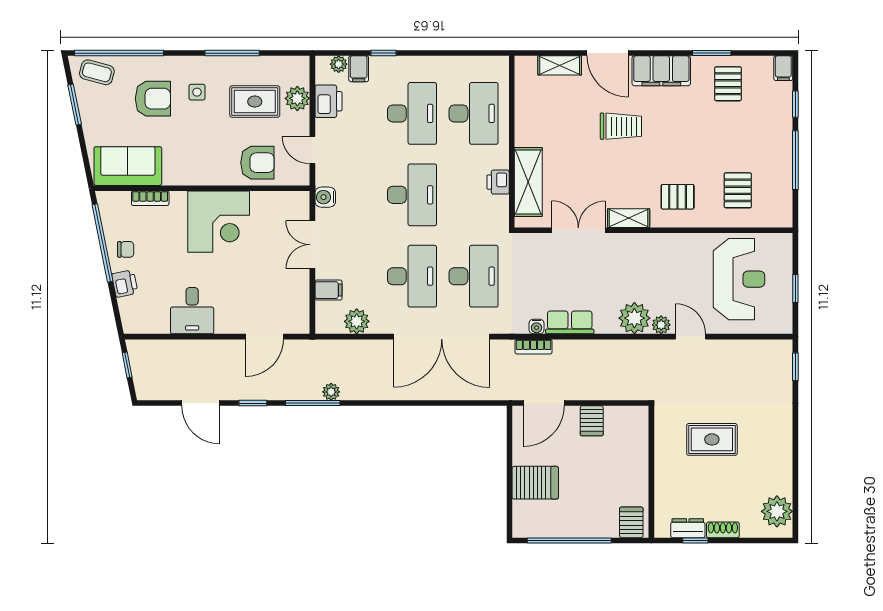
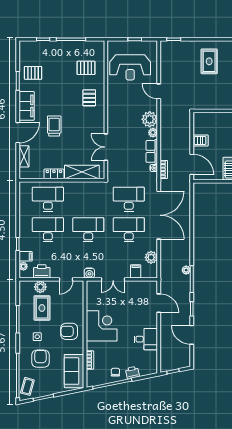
filing cabinet: (783, 68) -> (25, 45), removed
locker: (524, 126) -> (54, 174), added
armchair: (257, 163) -> (69, 331), moved, turned -90
printer: (498, 182) -> (82, 187), removed
shelving: (629, 218) -> (100, 122), removed
reception desk: (739, 279) -> (130, 67), turned 180
plant: (661, 325) -> (153, 133), moved
door: (691, 337) -> (159, 91), hinge flipped
door: (201, 403) -> (192, 335), swing flipped
rug: (712, 439) -> (209, 61), moved

